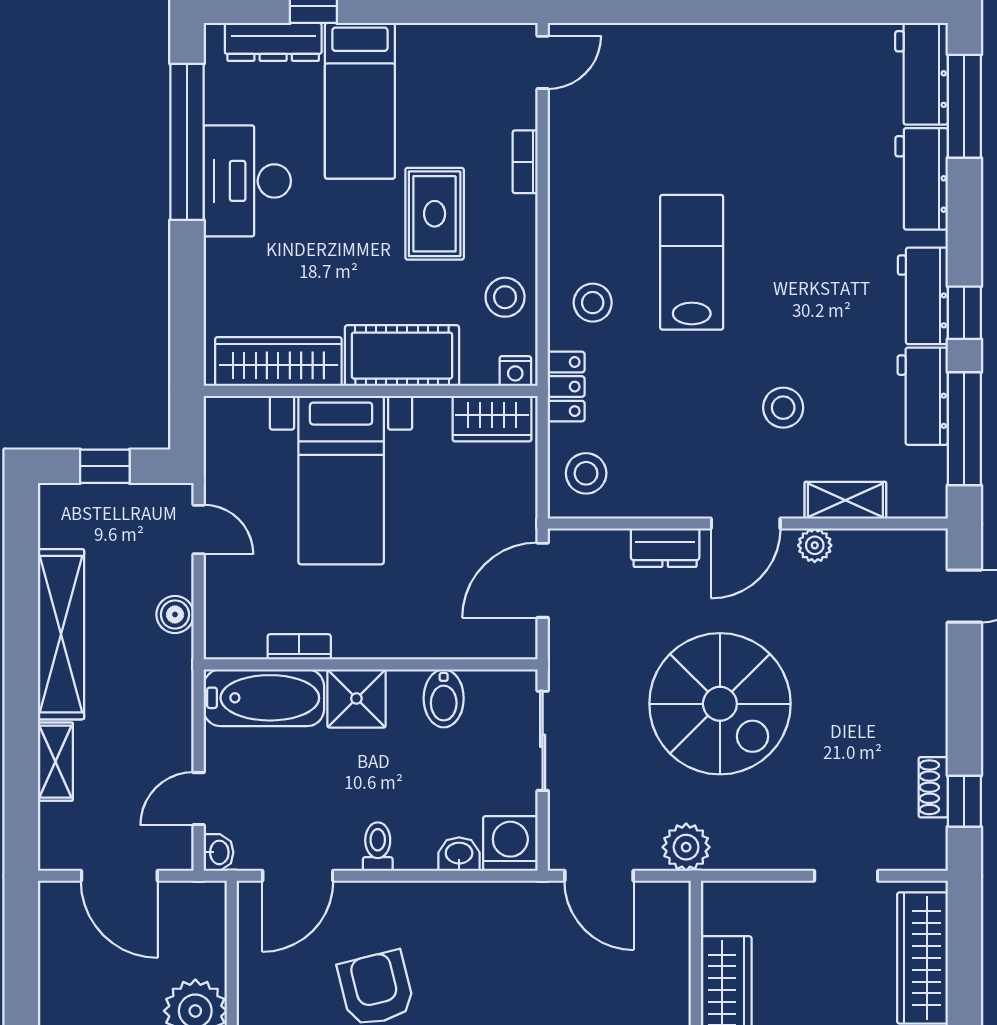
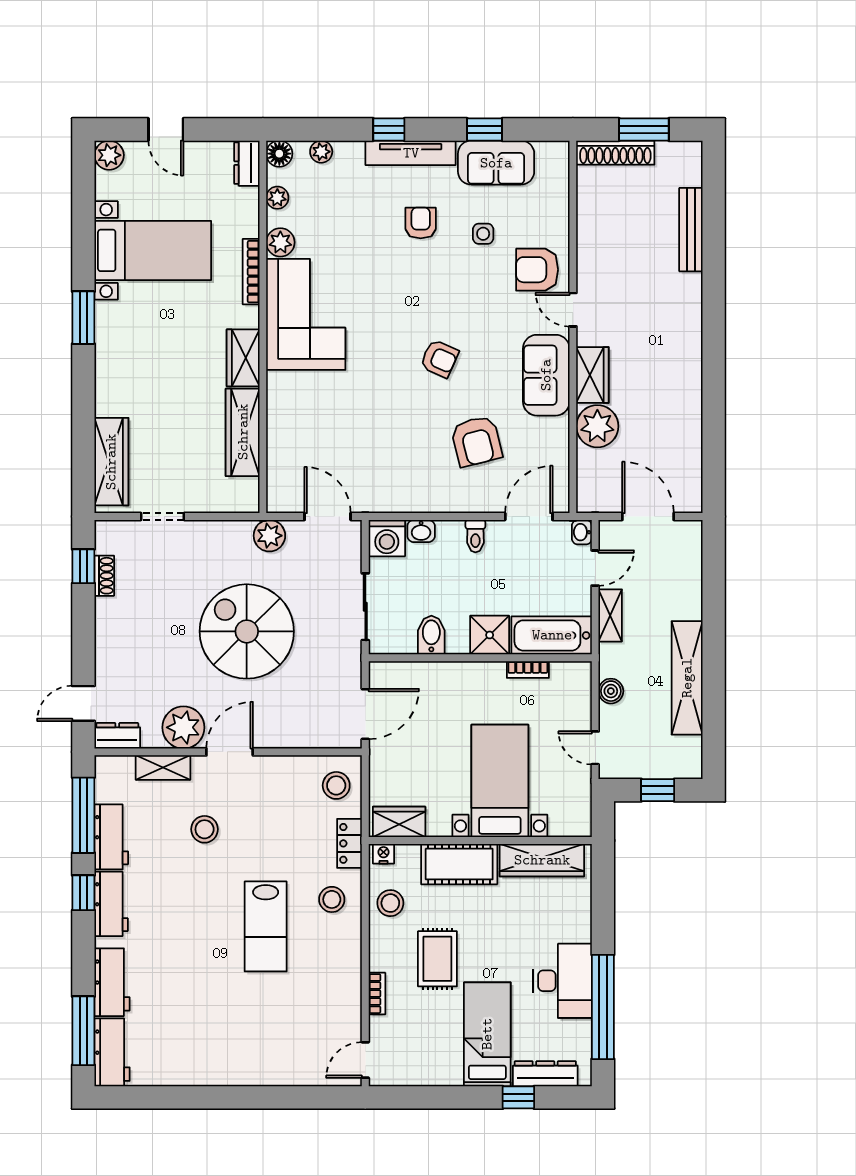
plant: (815, 545) -> (183, 727), width x1.87, depth x1.87
dresser: (665, 548) -> (117, 736), moved
shelving: (55, 762) -> (610, 615), moved

